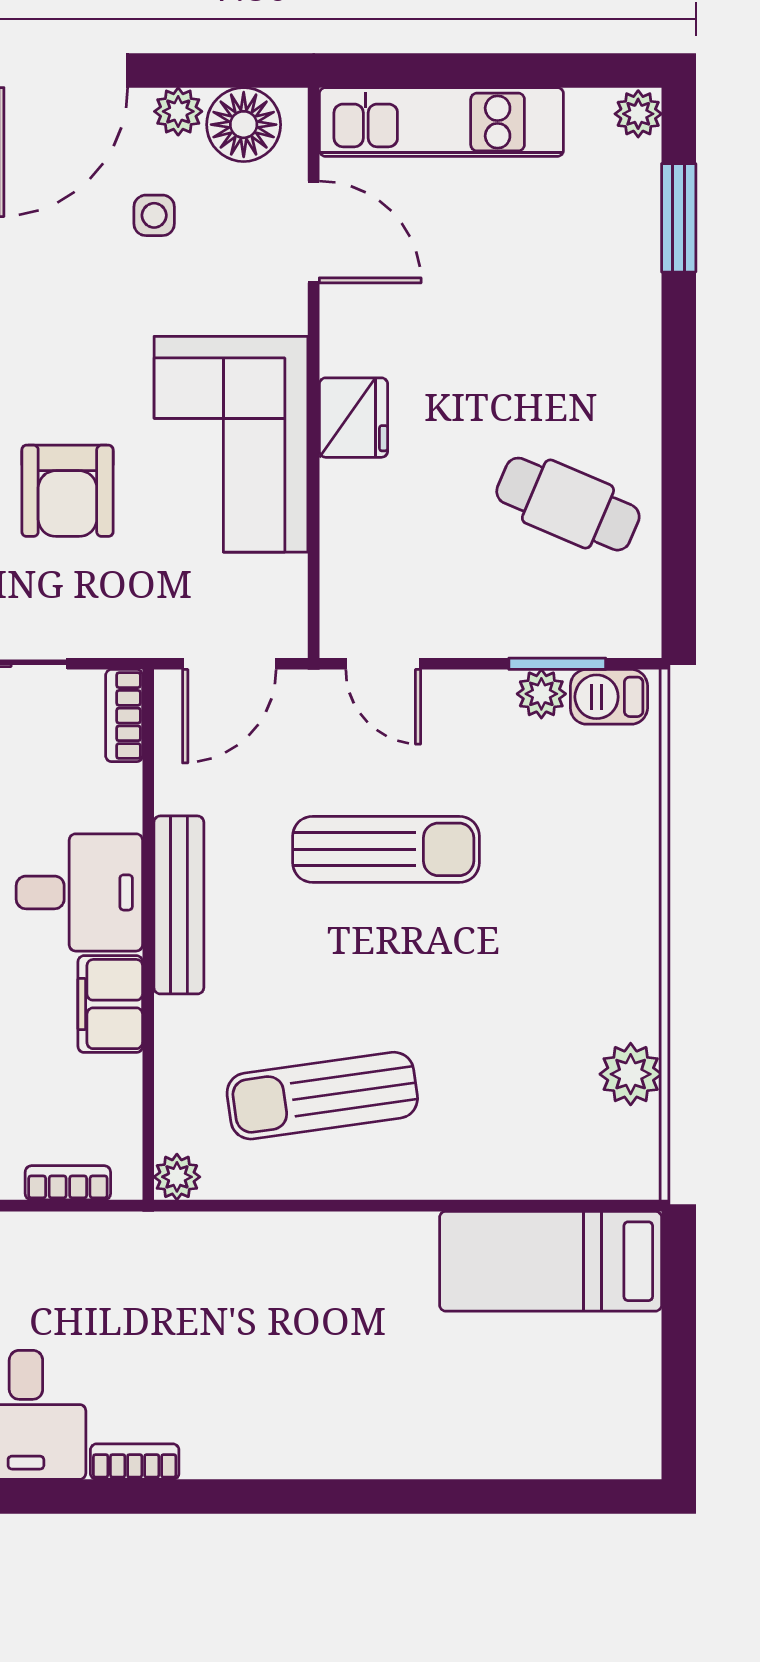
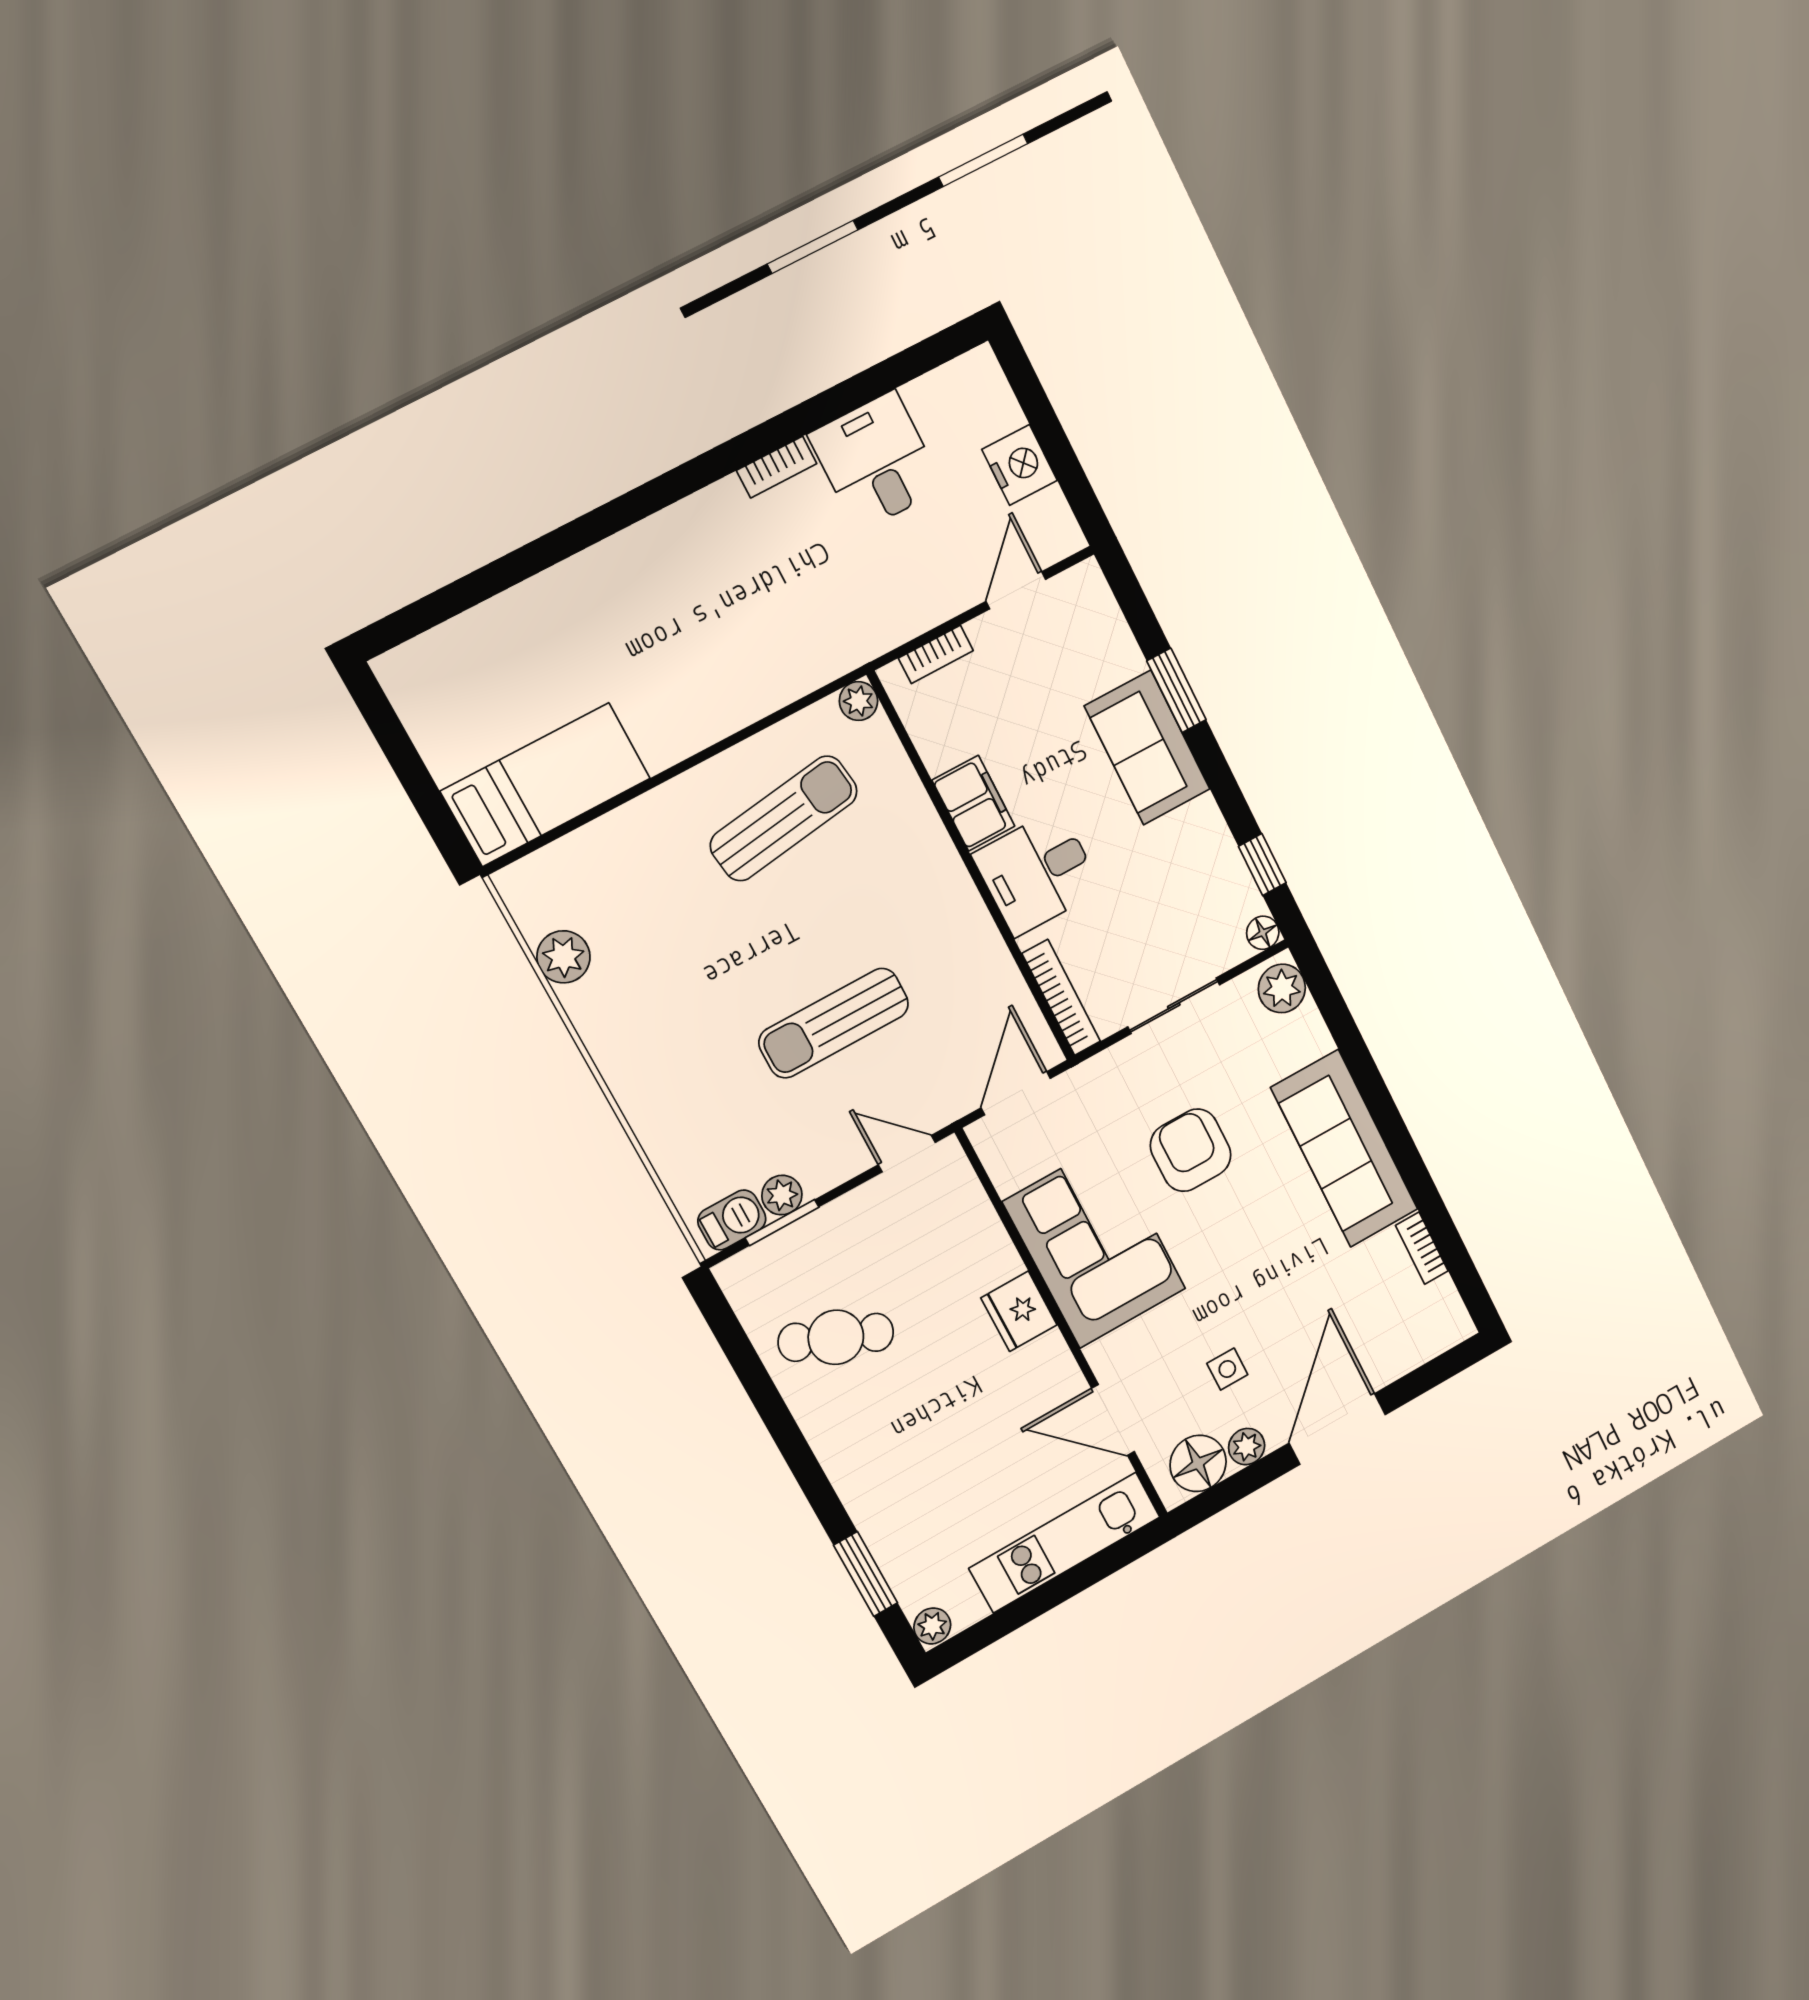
bookcase: (124, 716) -> (1061, 997), width x1.56
bench: (179, 905) -> (962, 902), removed

